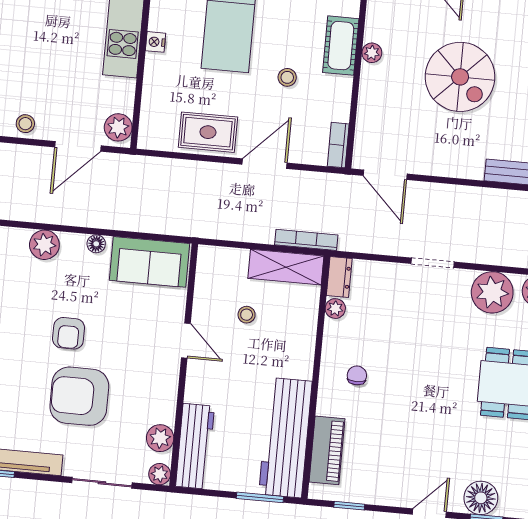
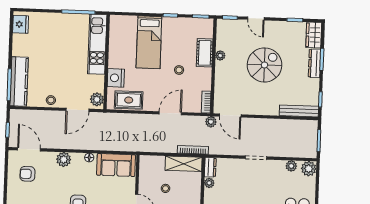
nightstand: (155, 42) -> (116, 78), moved, width x1.89, depth x1.79
spiral stairs: (460, 77) -> (264, 65), turned -90
rug: (208, 132) -> (129, 100), moved
plant: (346, 185) -> (211, 122), added
plant: (492, 292) -> (291, 166), width x0.53, depth x0.53

